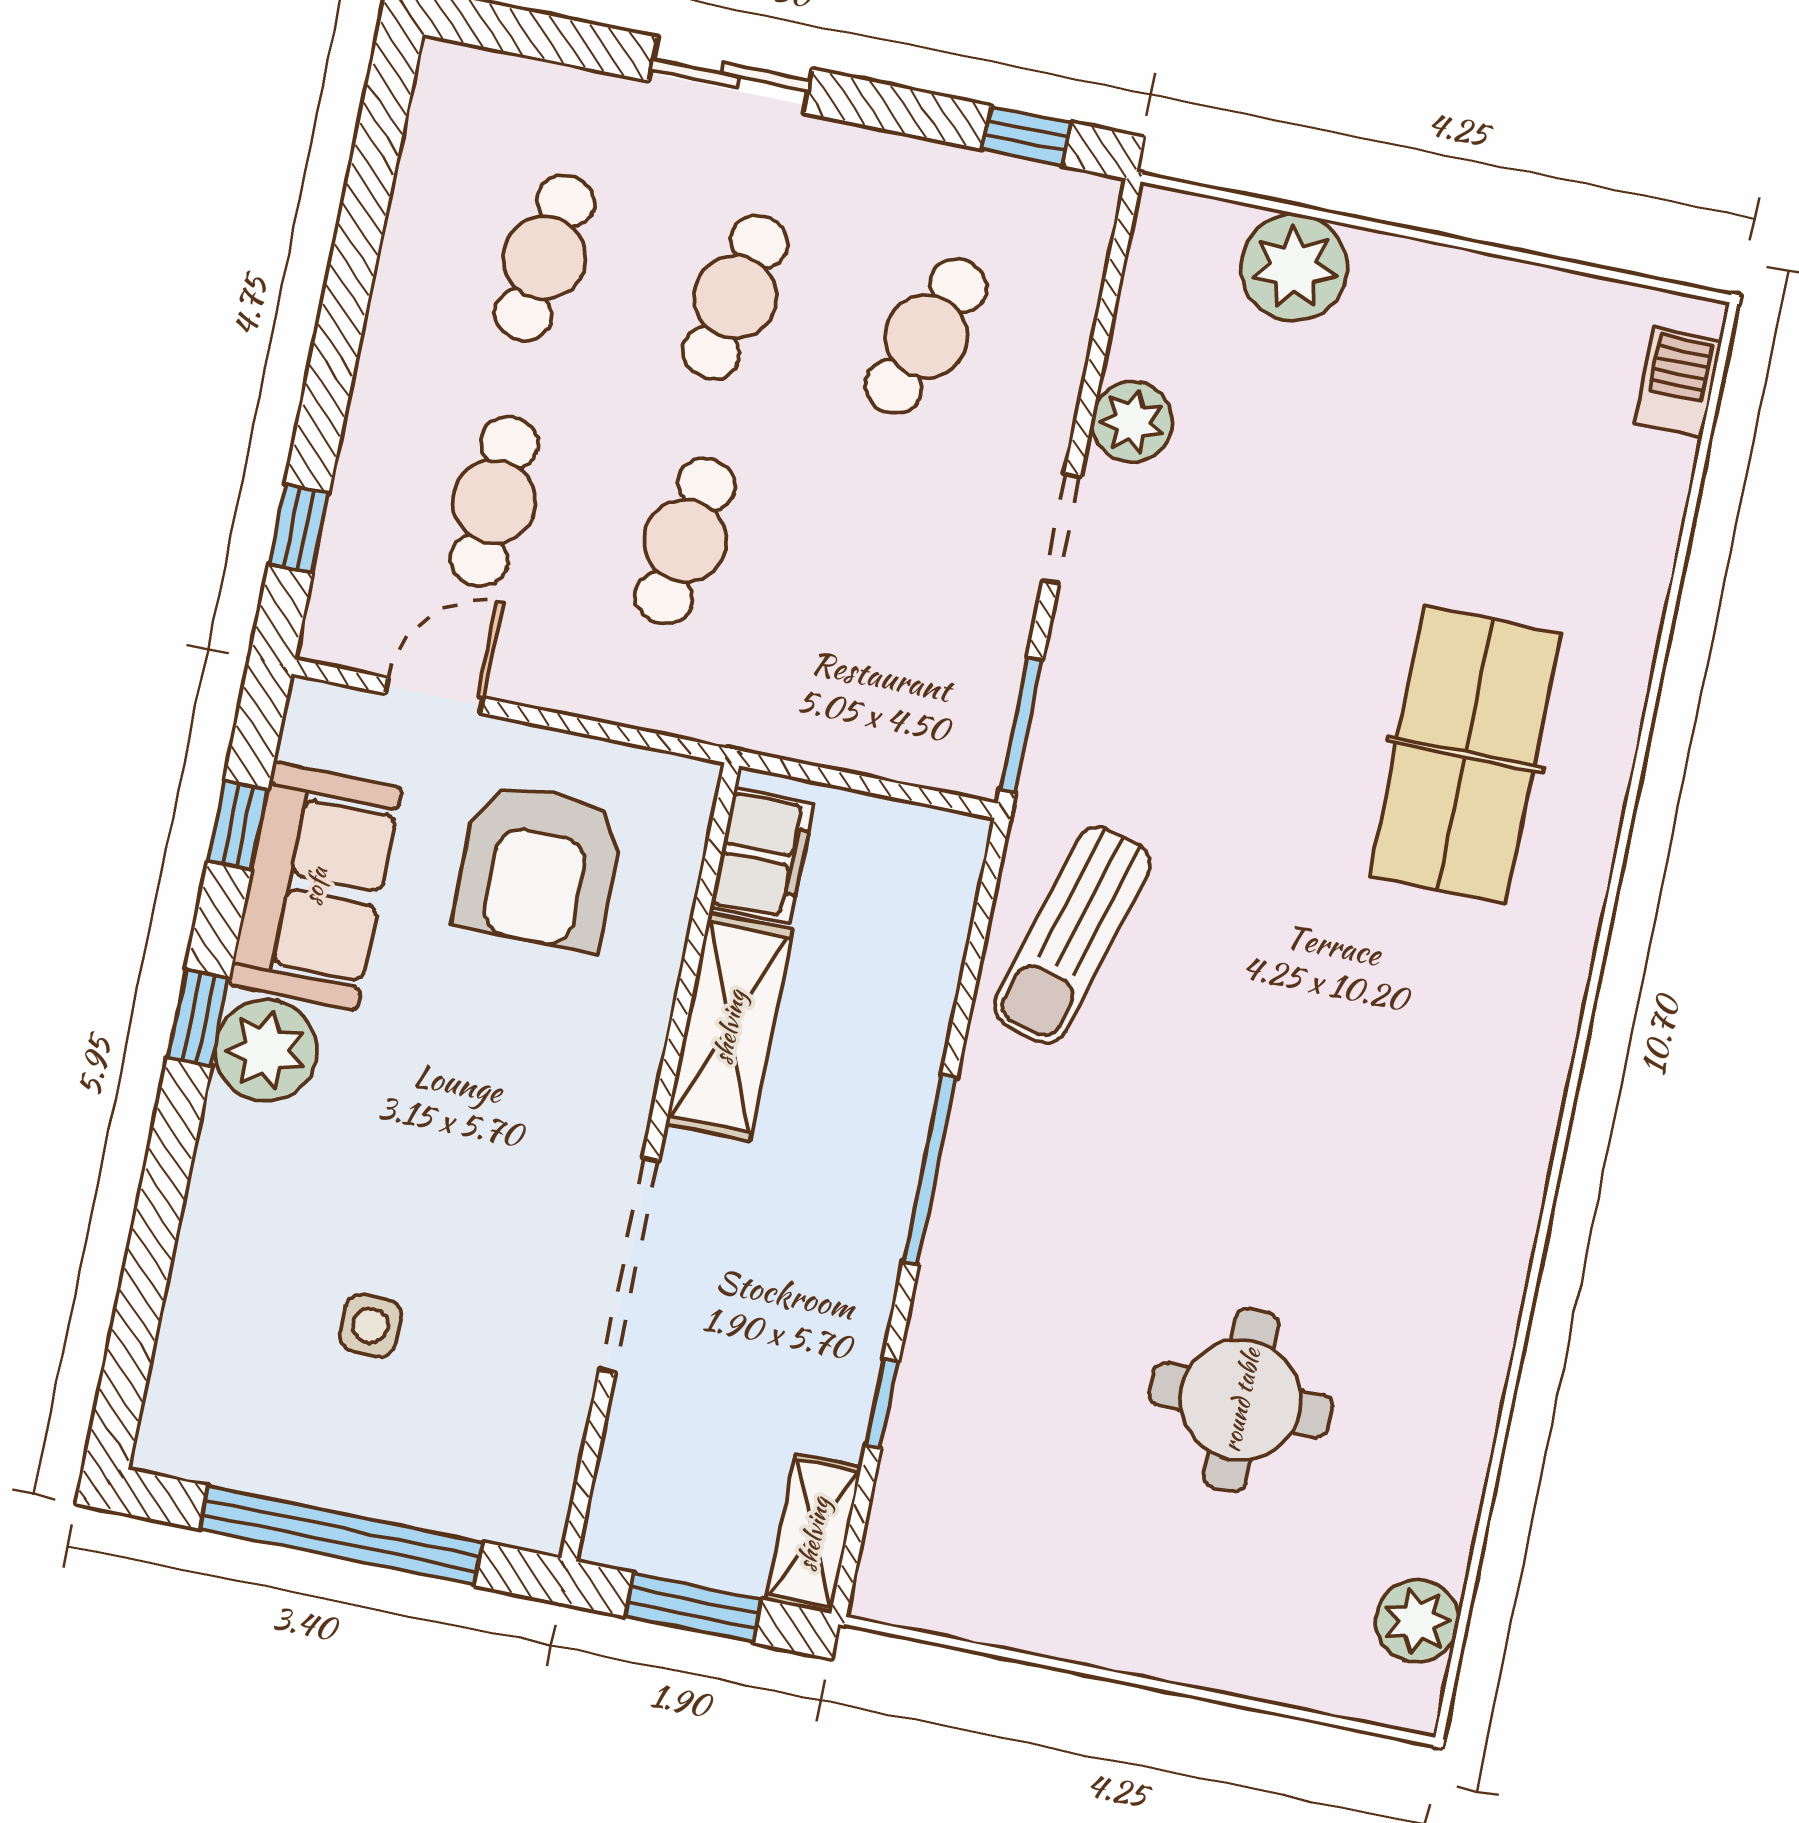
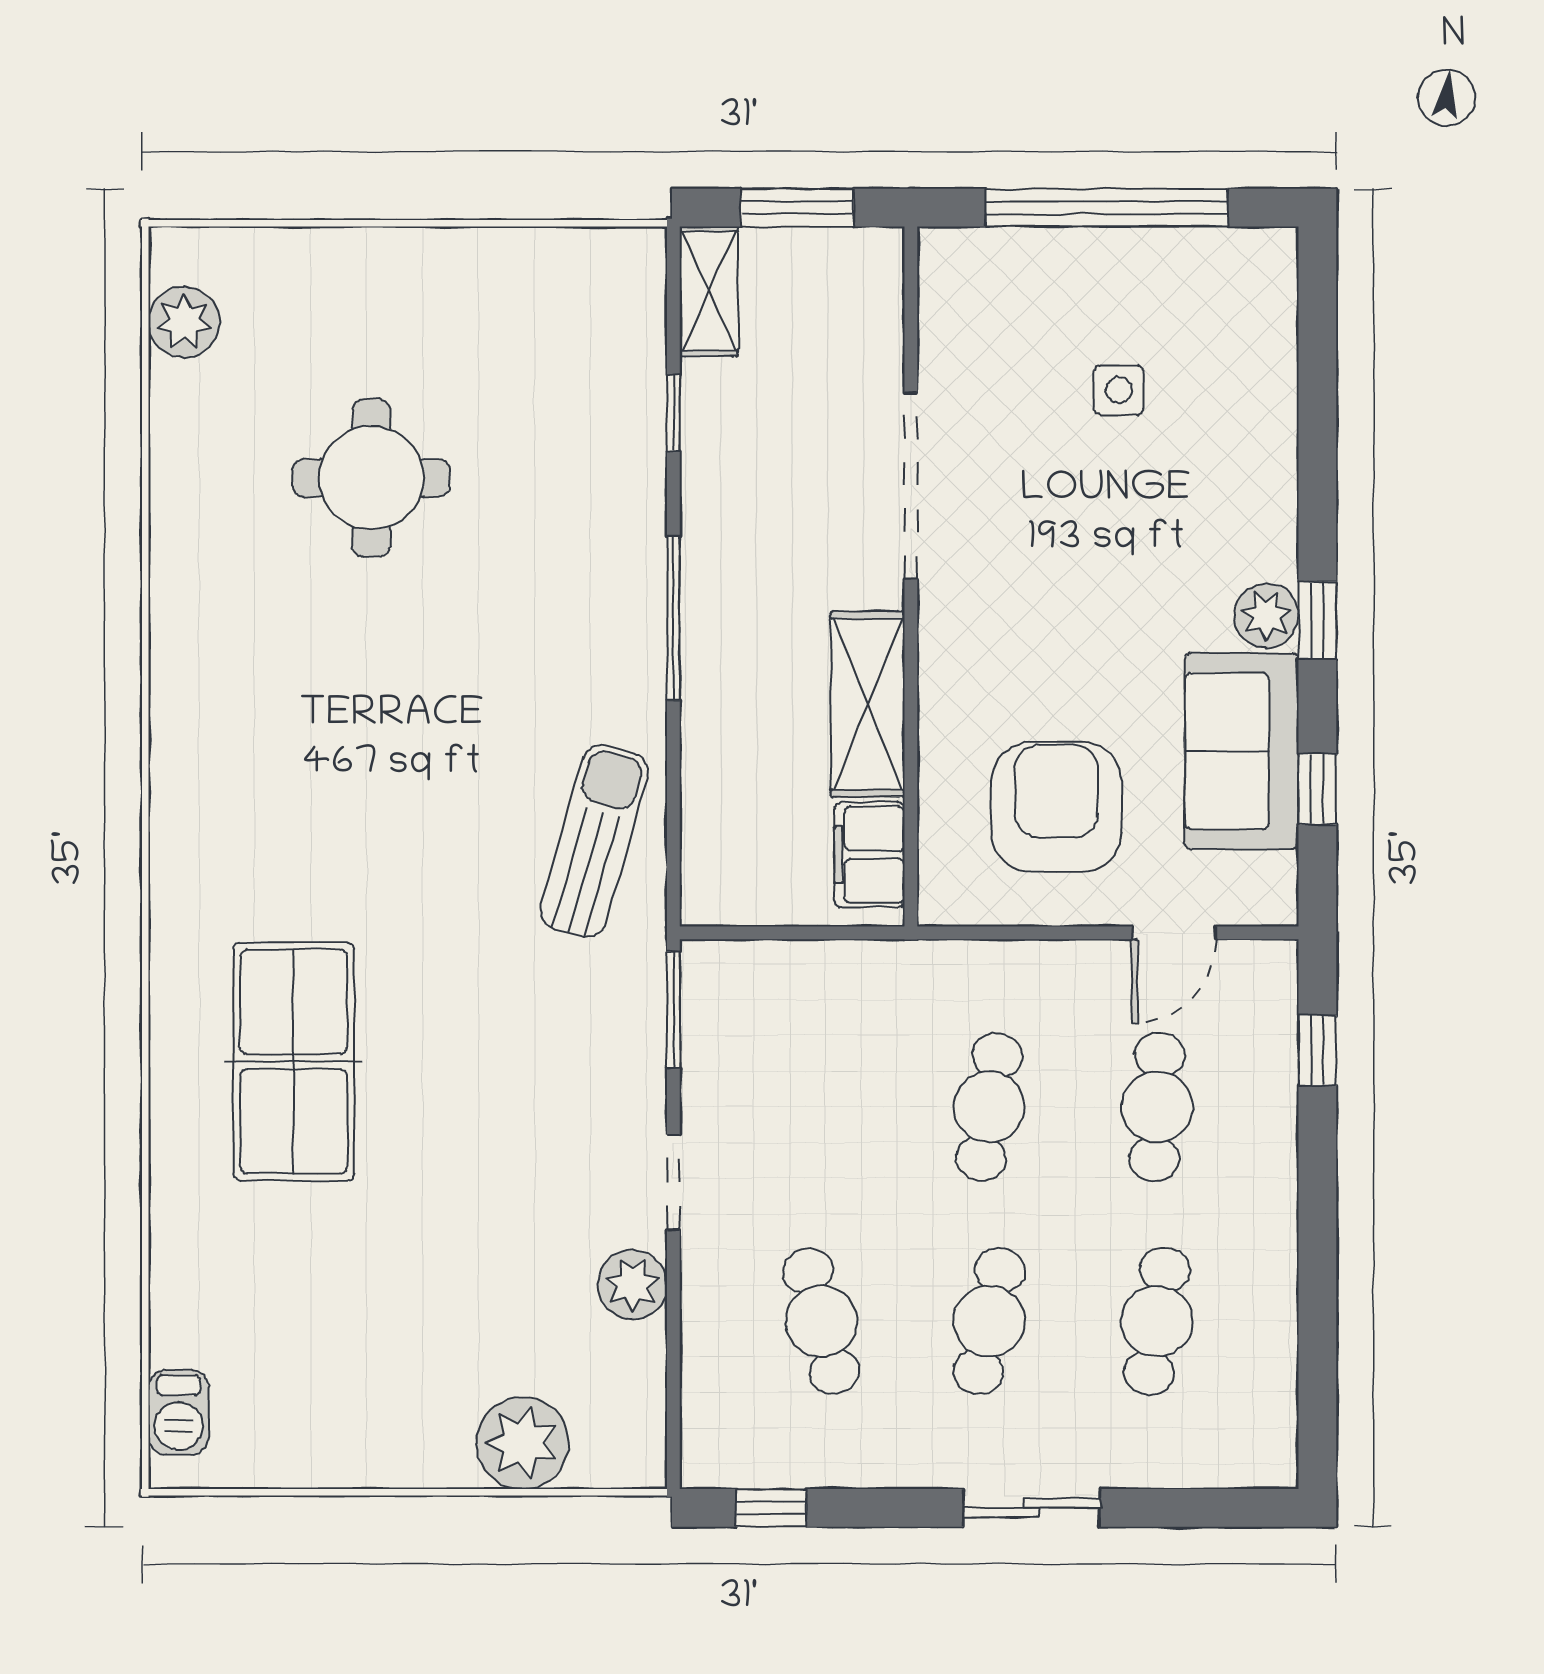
cafe table: (926, 336) -> (821, 1321), turned -36
plant: (266, 1050) -> (1266, 616), width x0.73, depth x0.73

